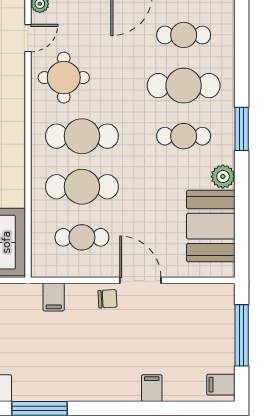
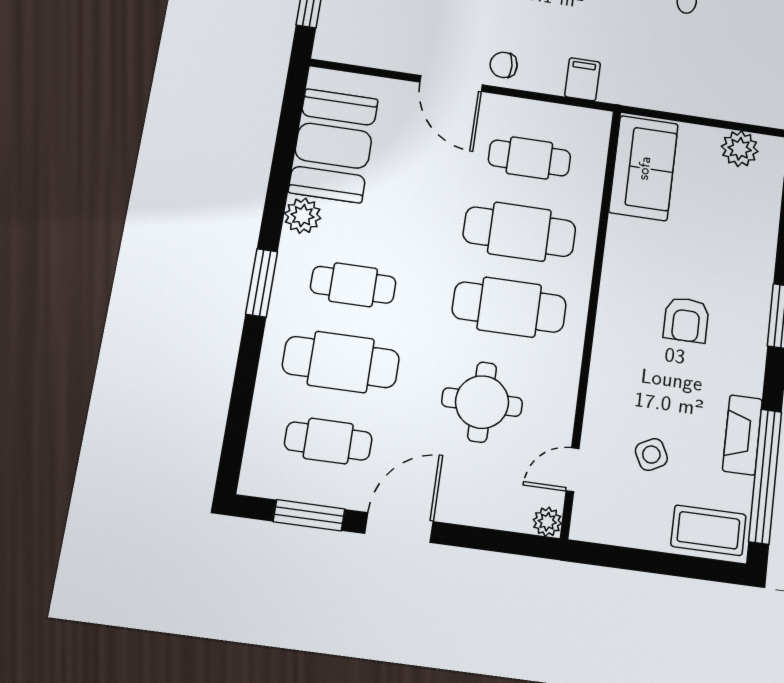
round table: (64, 78) -> (482, 402), moved

